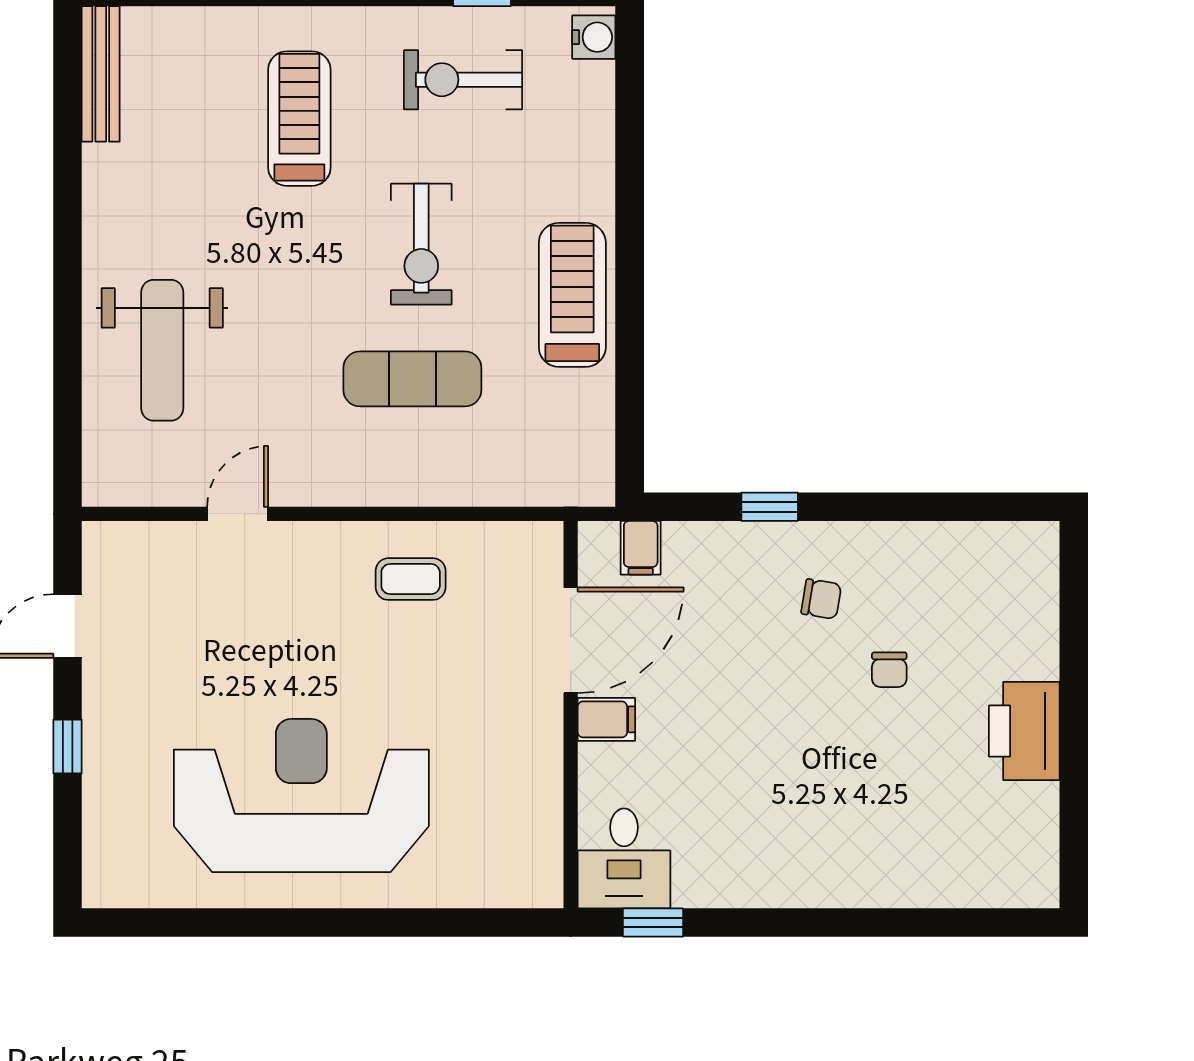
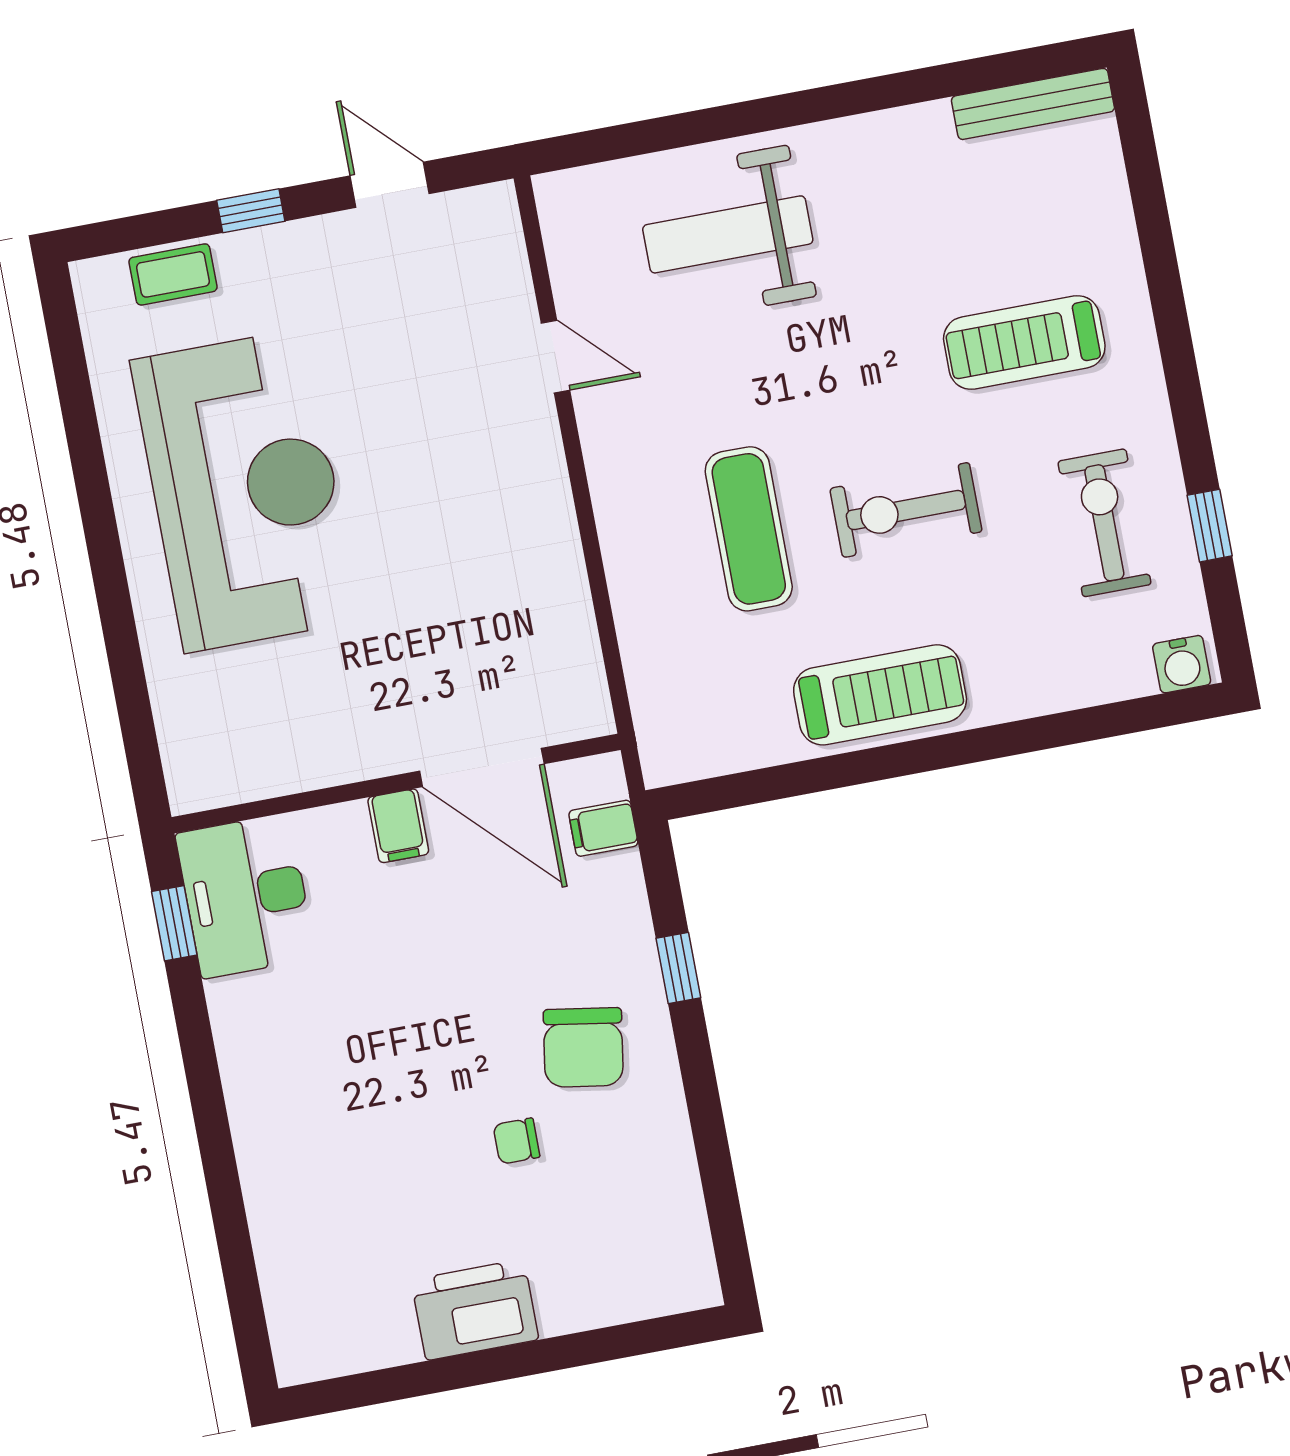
treadmill: (299, 119) -> (1024, 343), turned 180
coffee table: (411, 579) -> (173, 274), moved, turned 90
chair: (821, 599) -> (583, 1047), width x1.87, depth x1.87
desk: (624, 858) -> (246, 896), width x1.37

